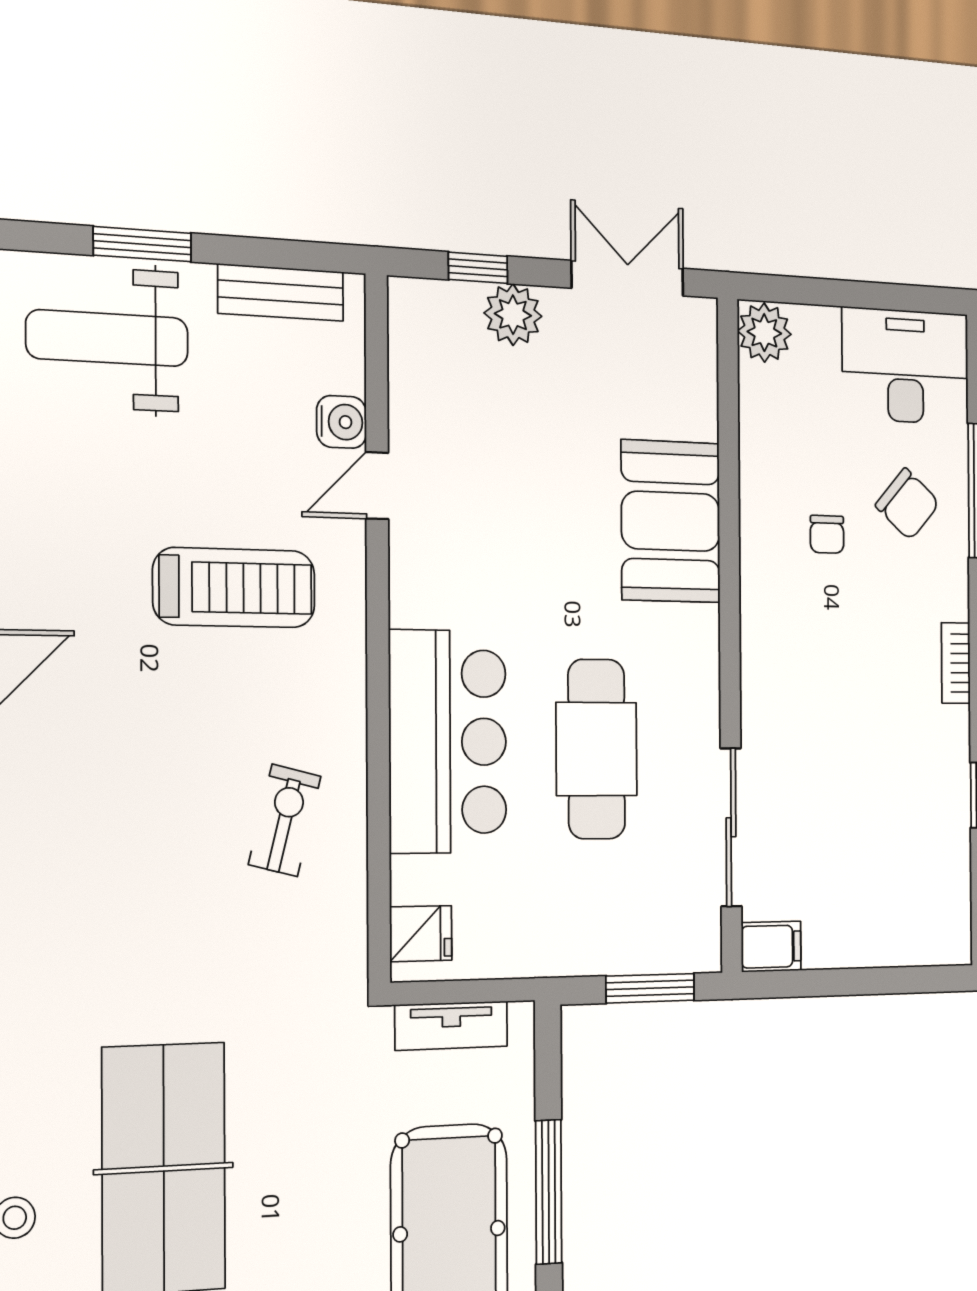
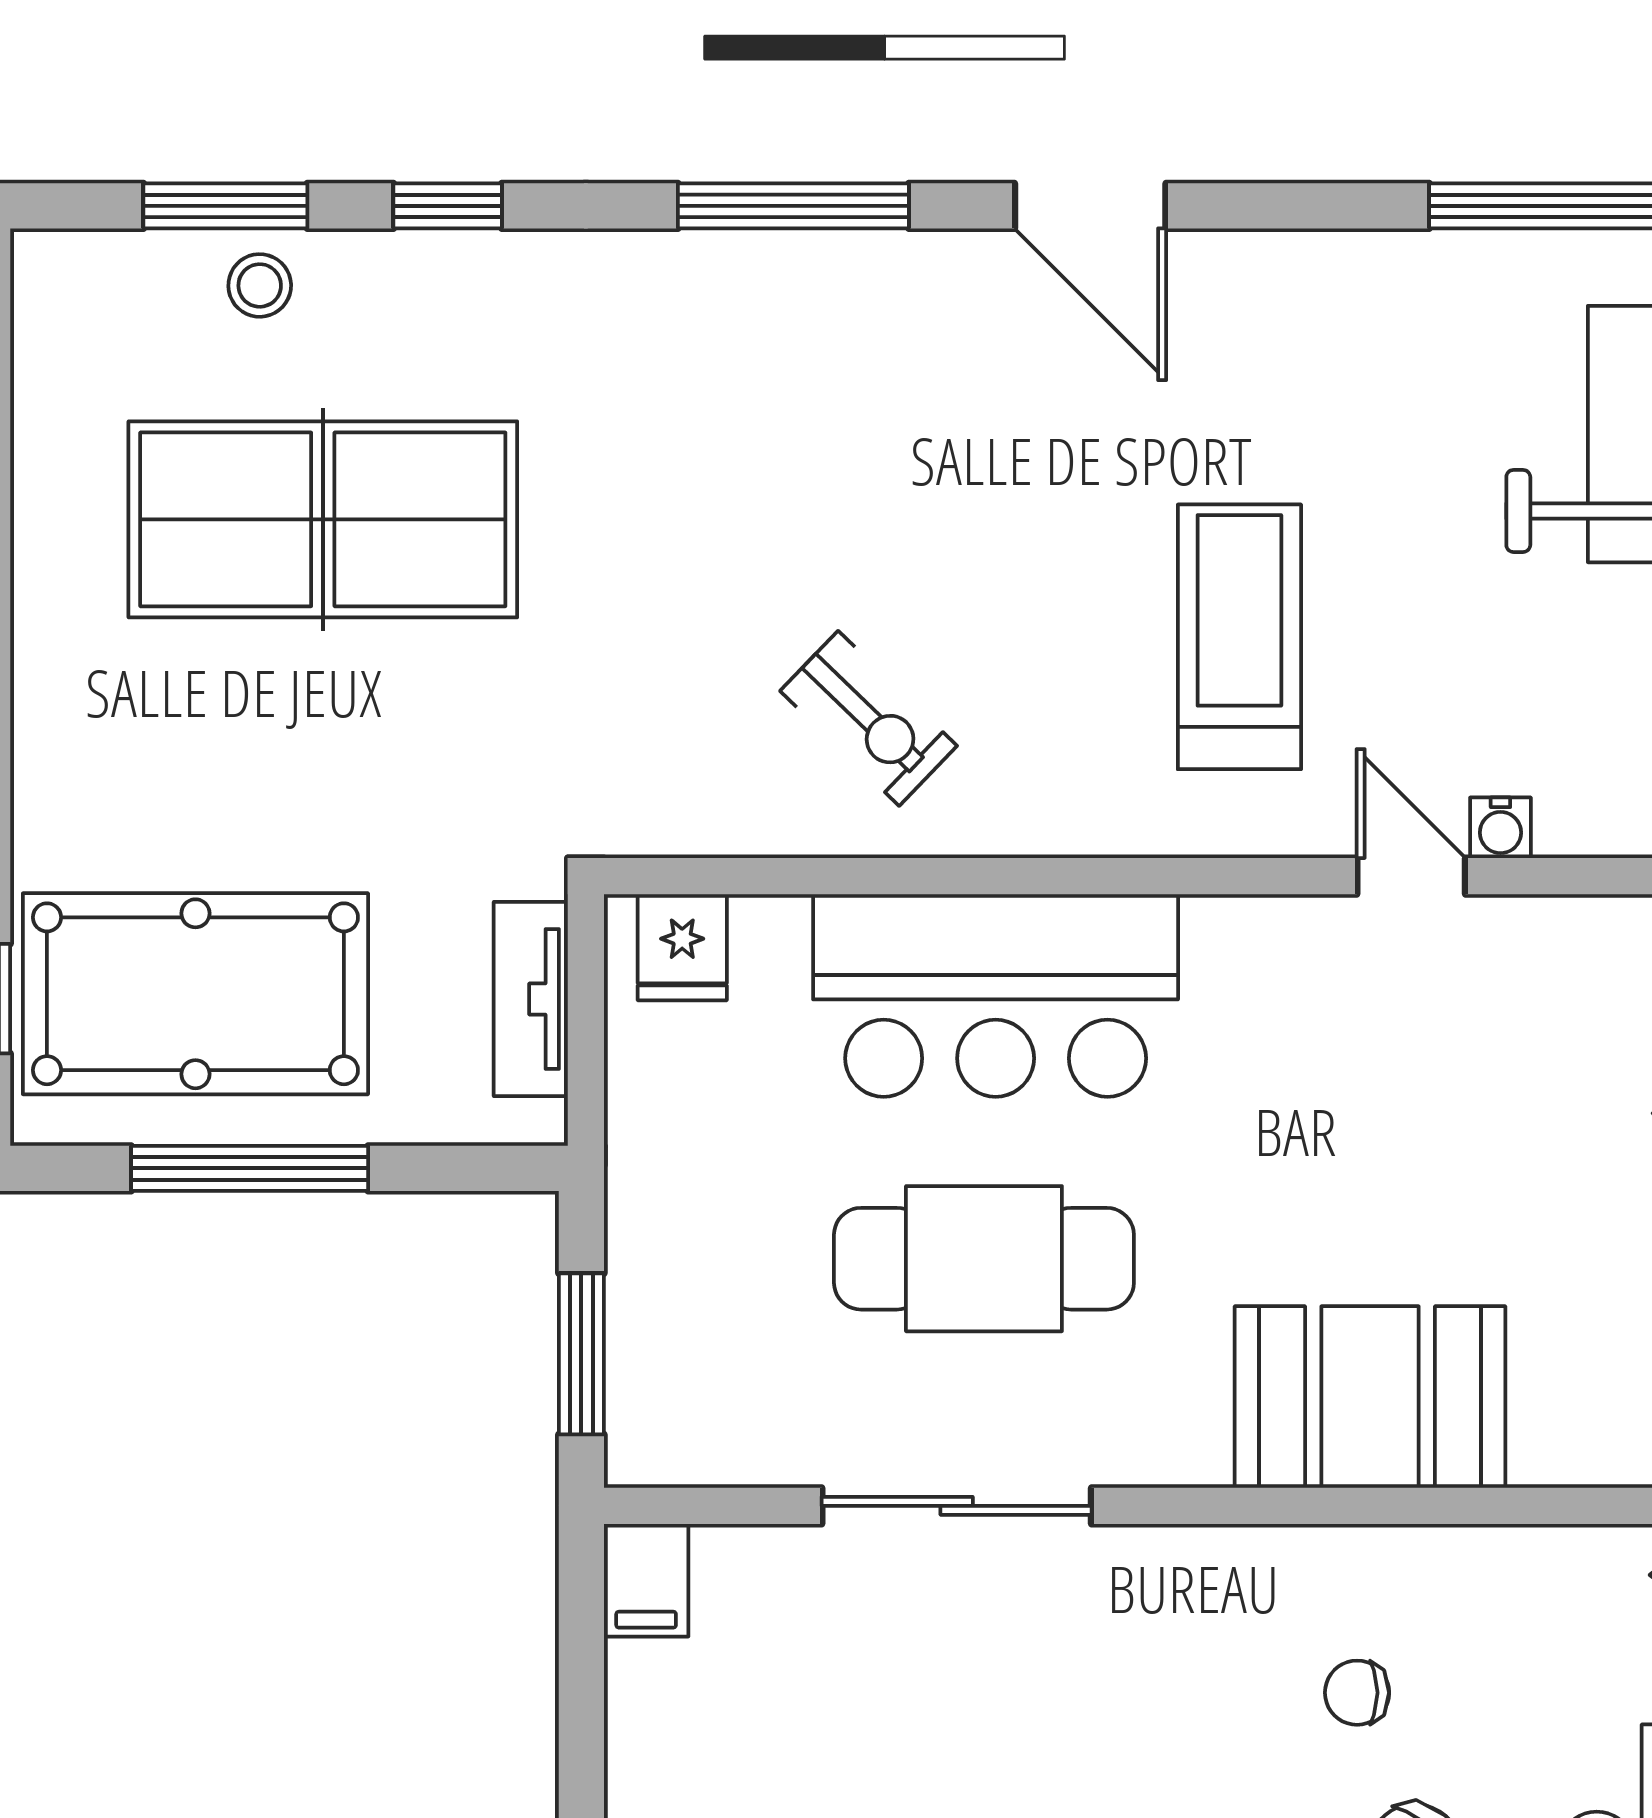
water cooler: (342, 422) -> (1500, 828), width x0.72, depth x0.72
treadmill: (234, 588) -> (1239, 637), turned 180
exercise bike: (285, 820) -> (869, 718), turned 30
sliding door: (731, 827) -> (957, 1506), moved

